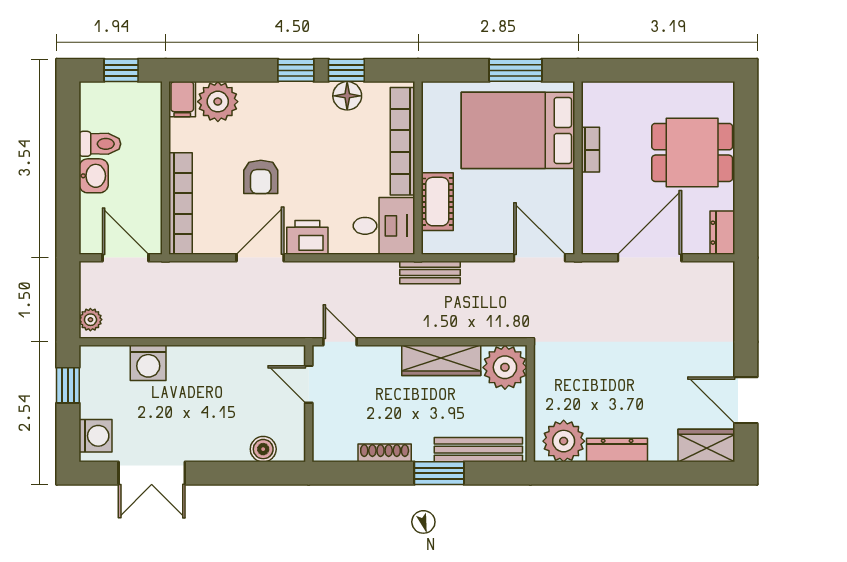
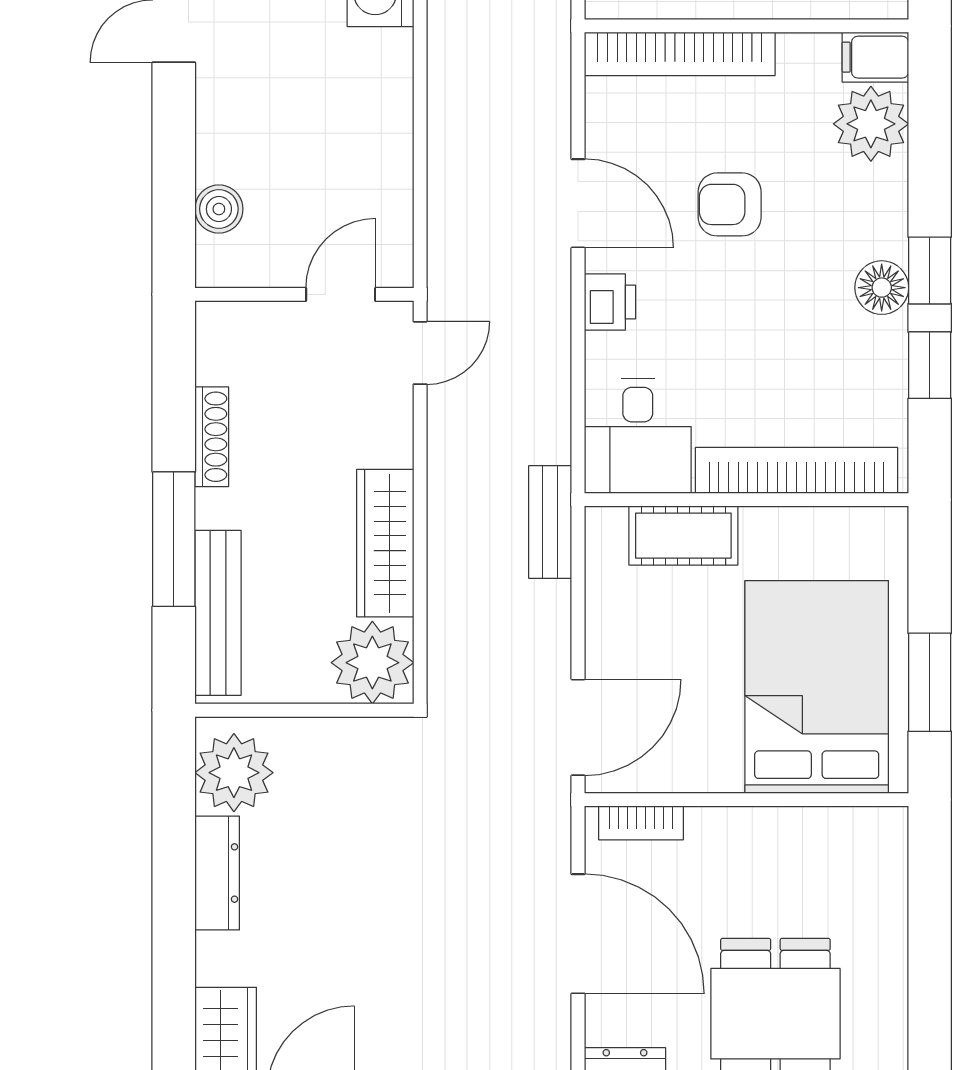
floor lamp: (347, 96) -> (882, 288), moved
bookcase: (590, 150) -> (641, 823), moved
printer: (307, 237) -> (610, 302), width x0.73, depth x0.81
window: (439, 473) -> (174, 539), width x1.44

